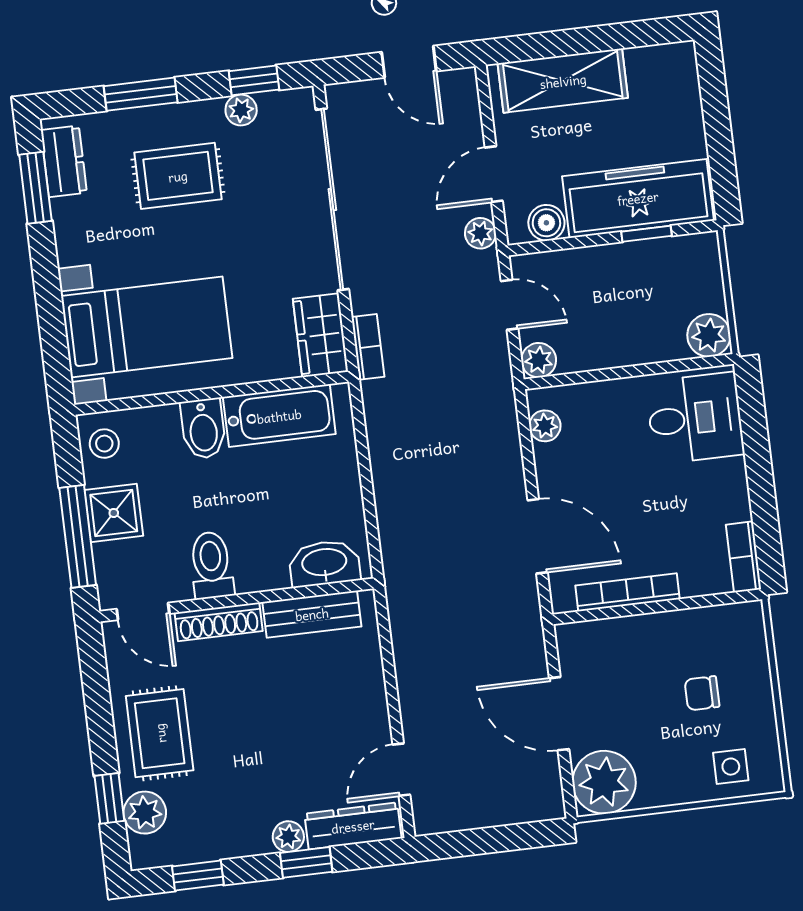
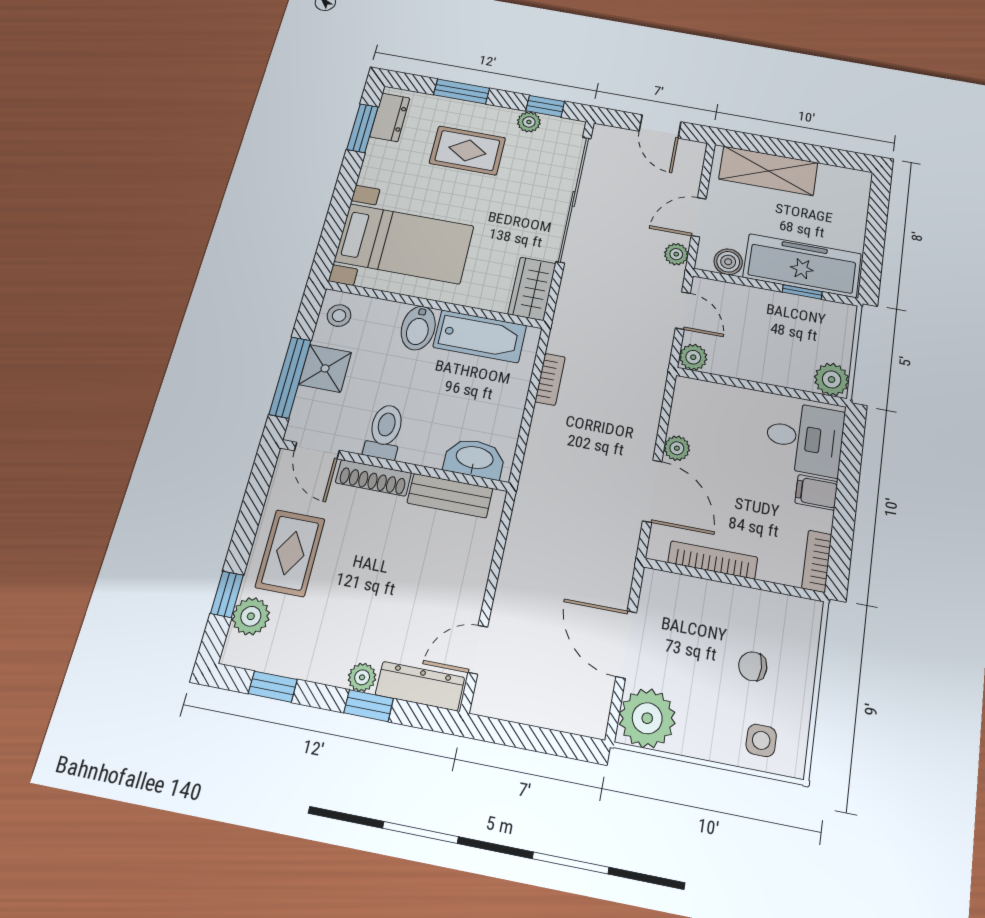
bookcase: (368, 347) -> (550, 379), moved
plant: (545, 426) -> (677, 448), moved
filing cabinet: (724, 478) -> (816, 492), added

